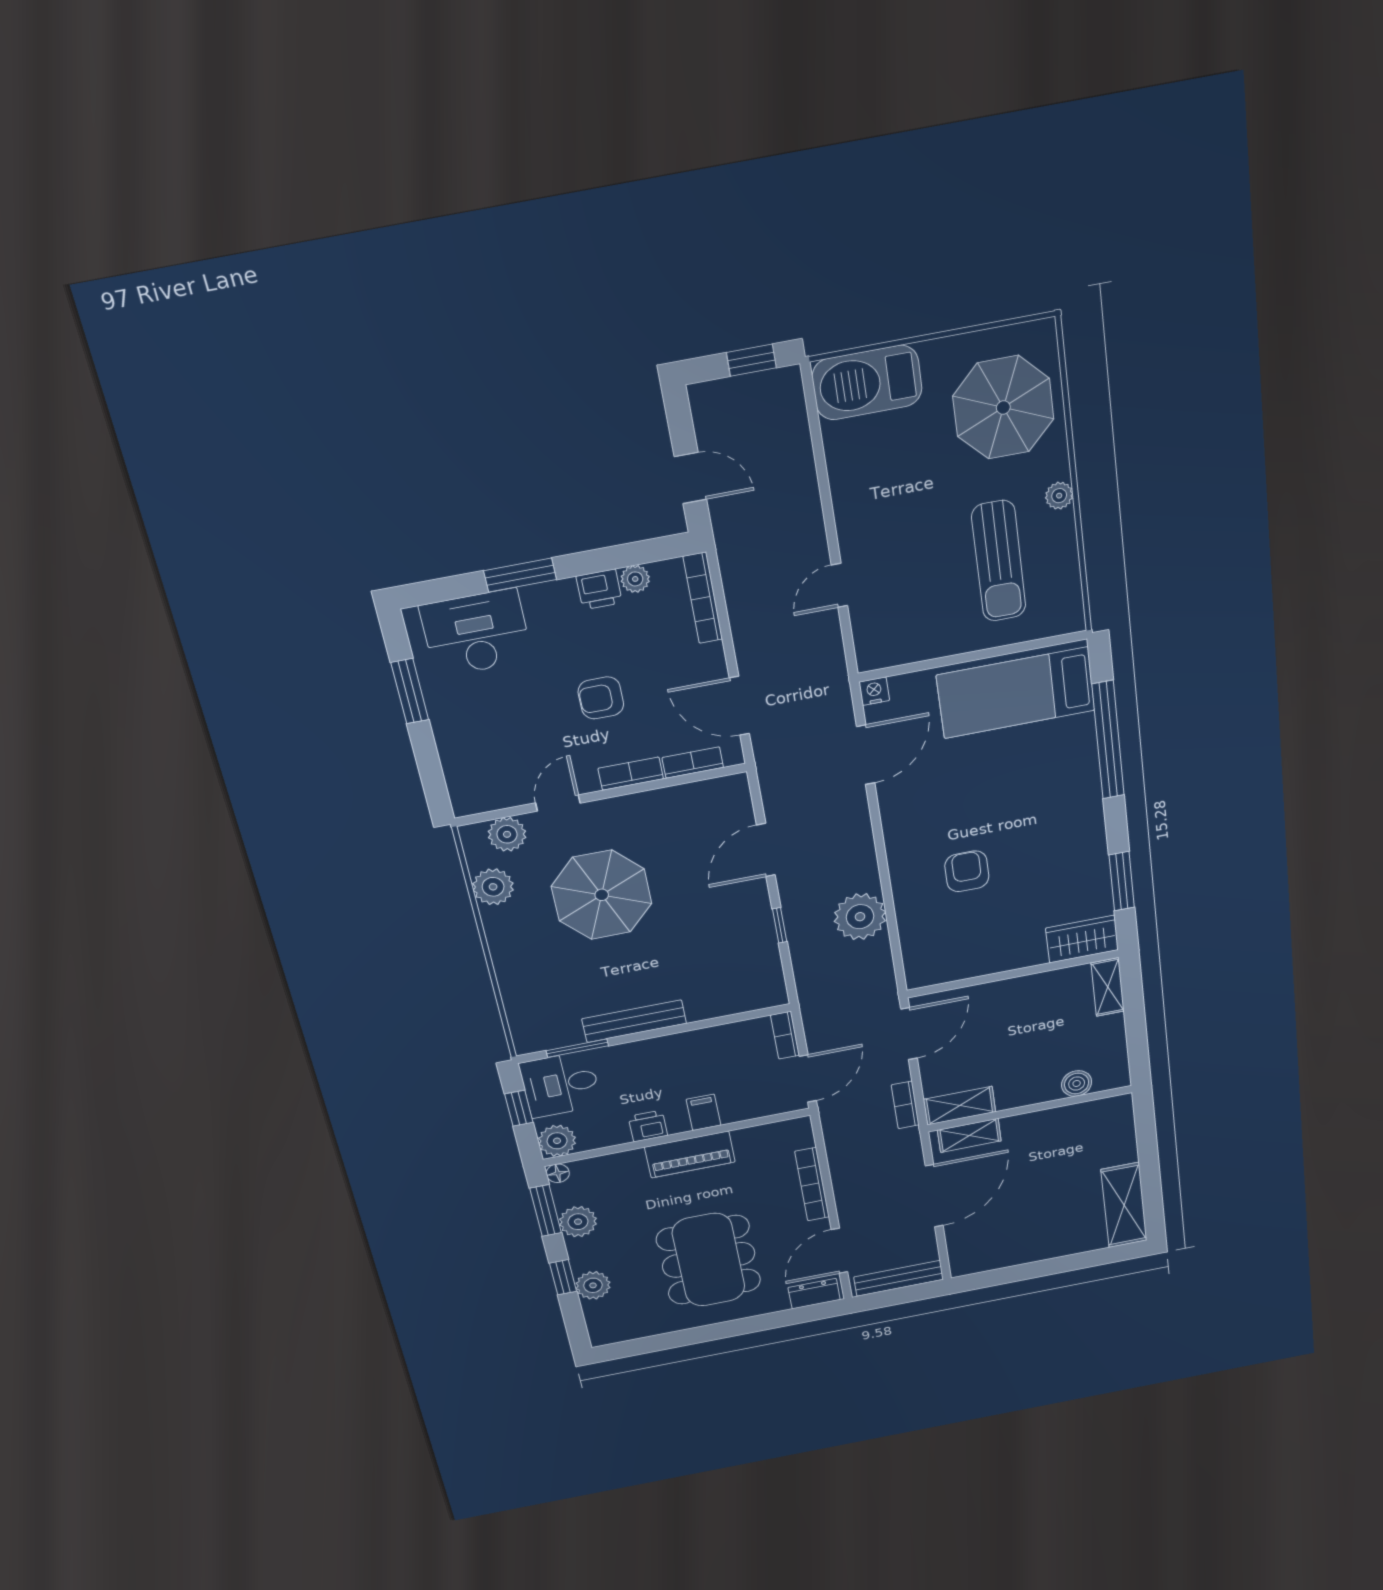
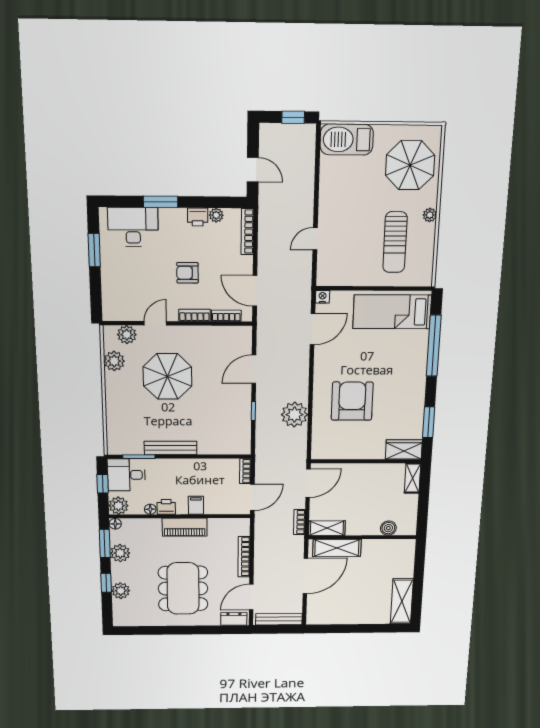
armchair: (967, 871) -> (352, 401), width x1.88, depth x1.88
shelving: (969, 1135) -> (337, 548), width x1.50, depth x1.33
floor lamp: (618, 1136) -> (150, 509), added

